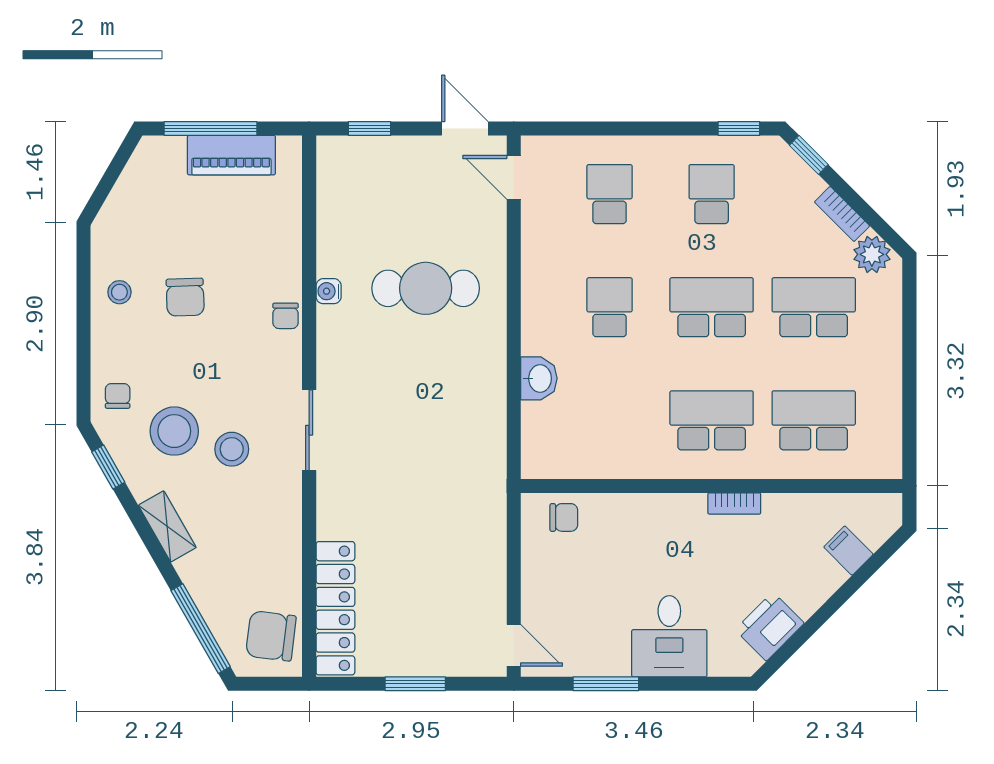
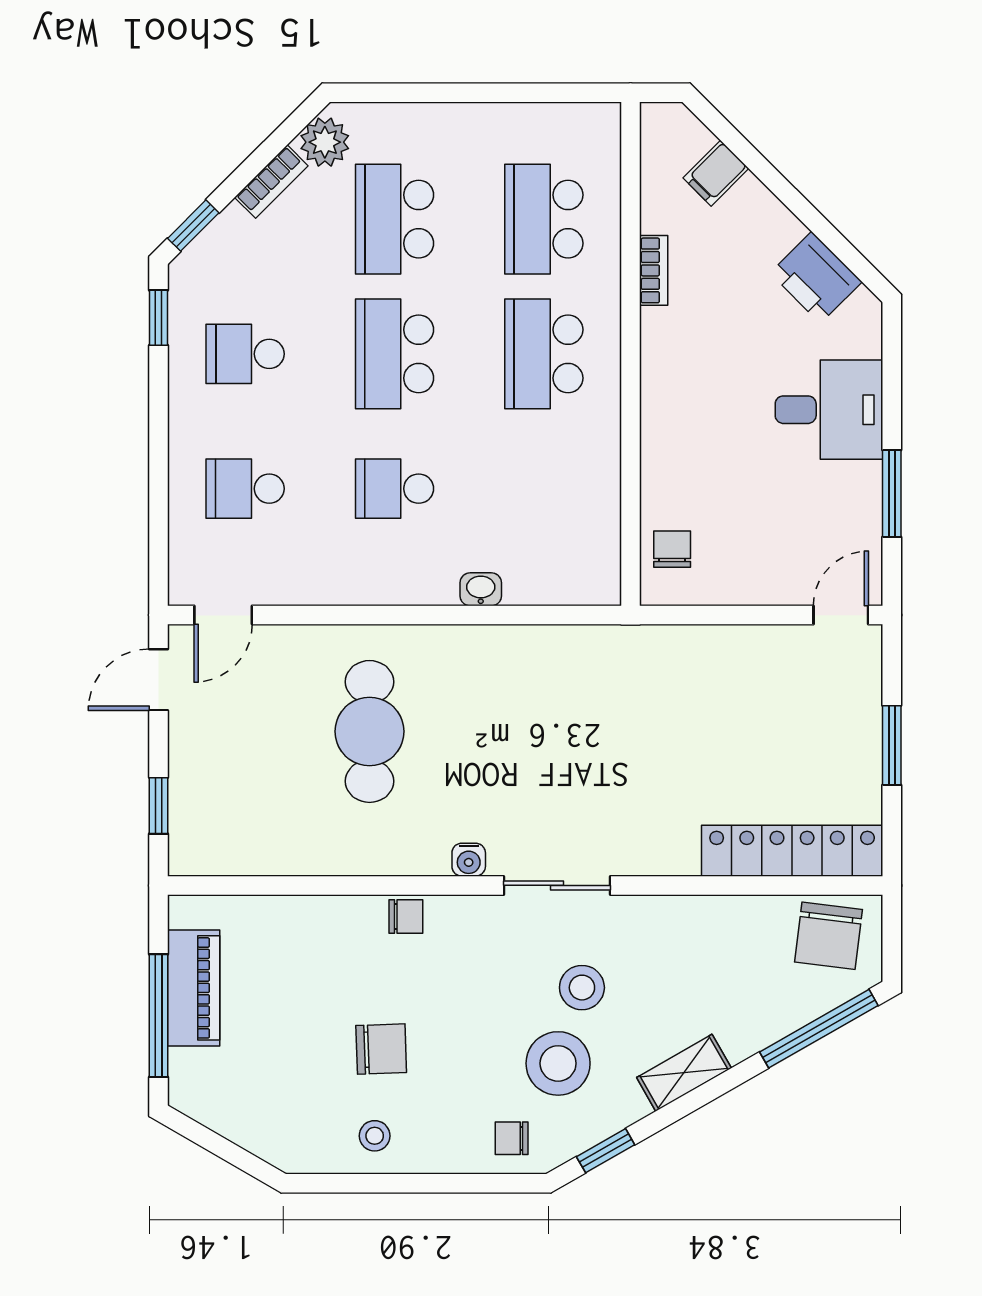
water cooler: (329, 291) -> (469, 860), moved
washbasin: (539, 378) -> (481, 589), width x0.72, depth x0.69
bookcase: (734, 503) -> (654, 270), moved

